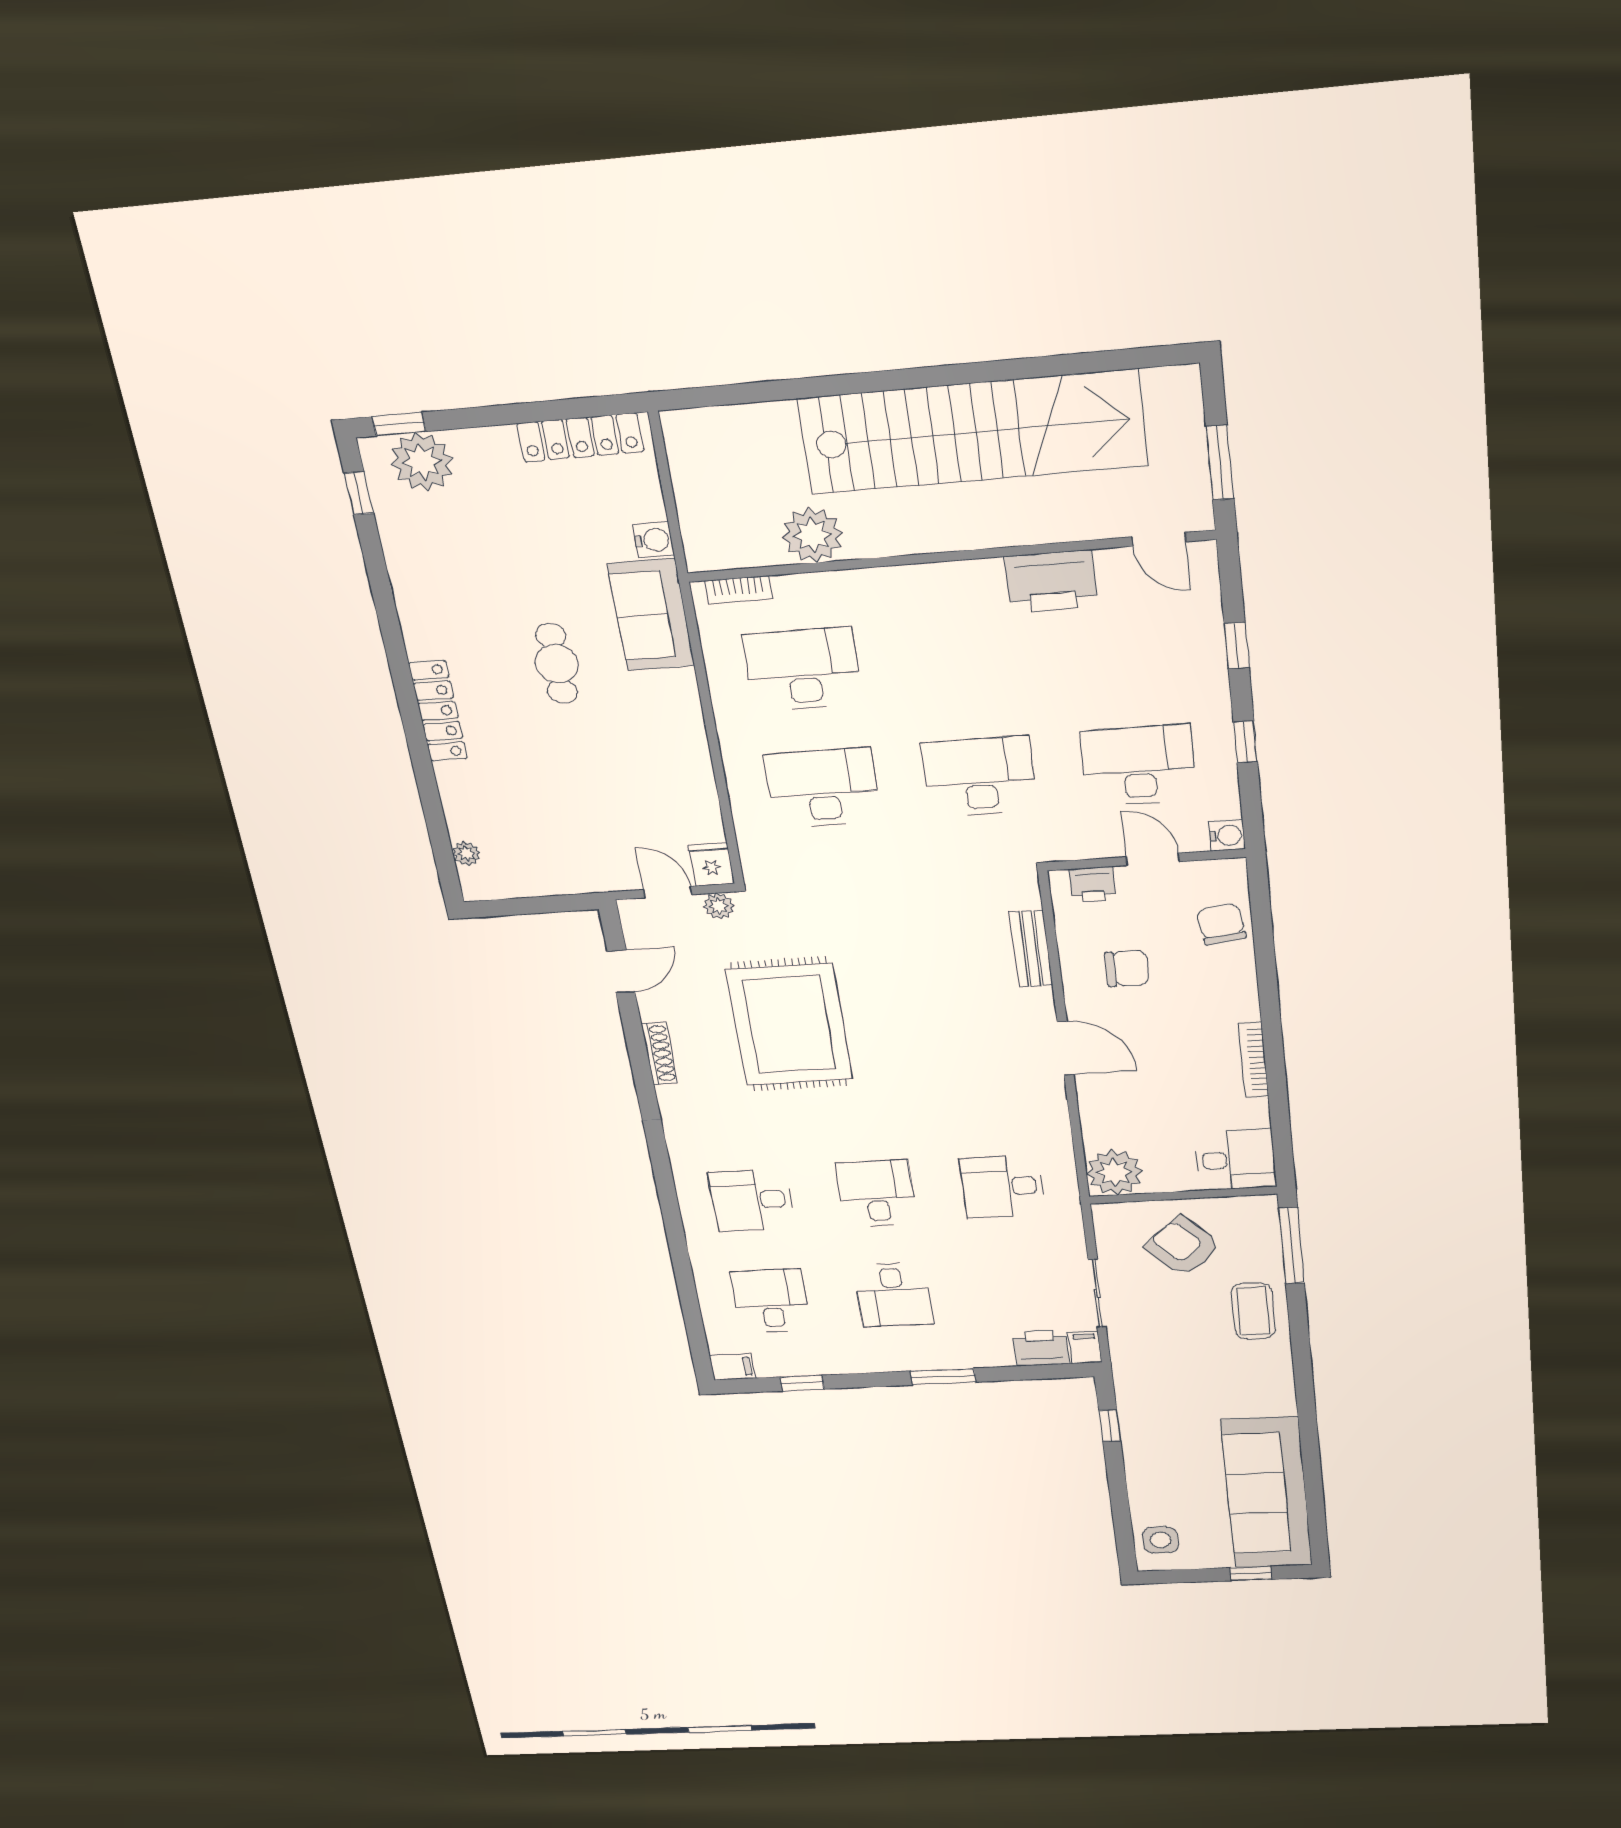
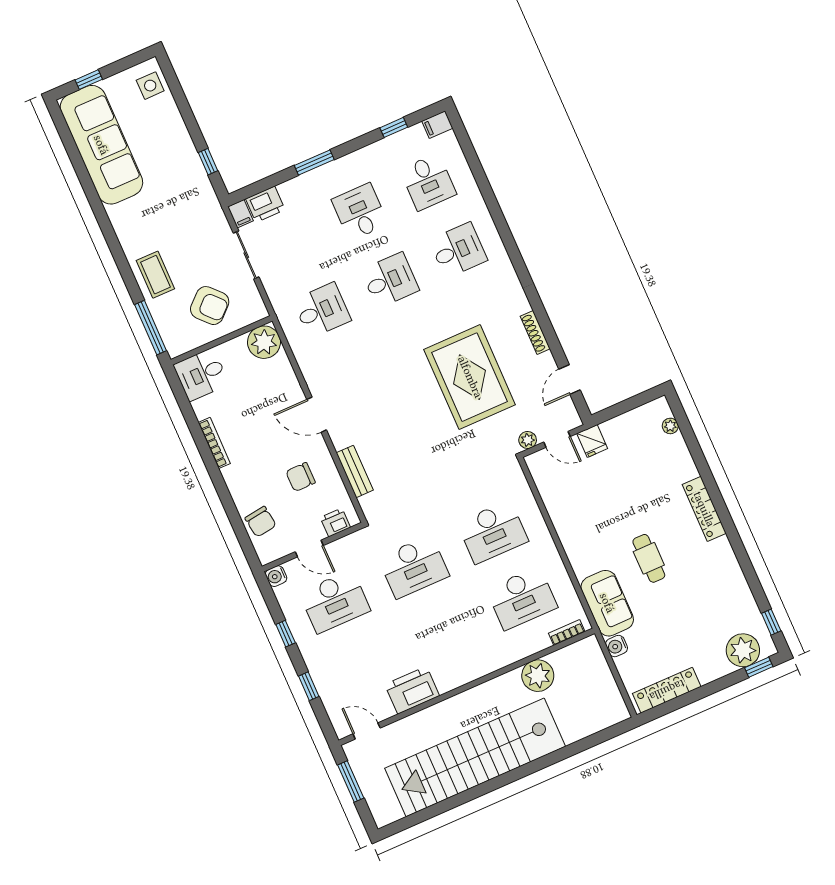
fridge: (711, 864) -> (592, 441), moved
desk: (877, 1193) -> (390, 280), turned -90

